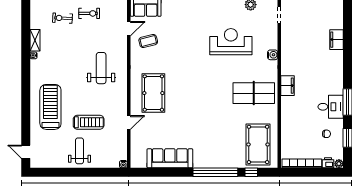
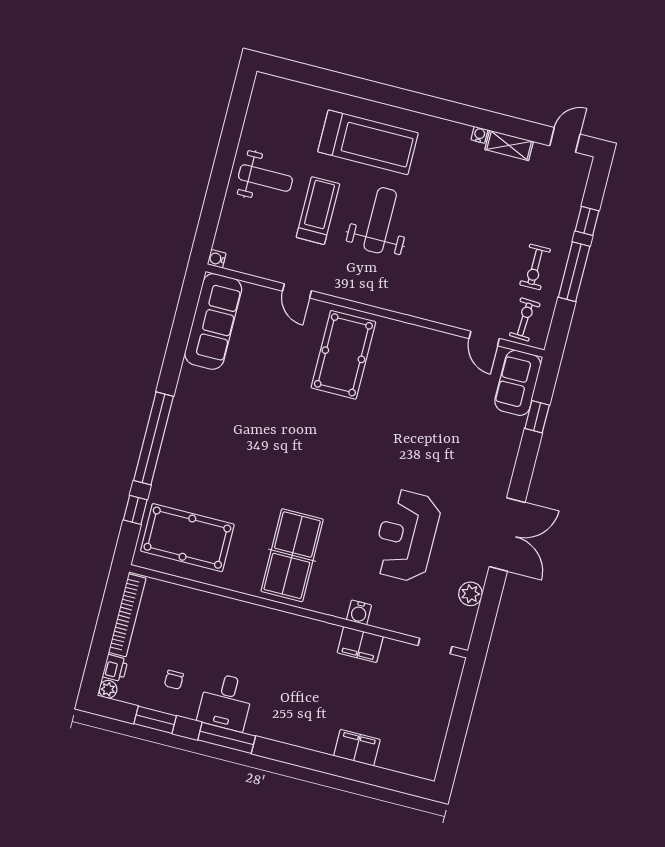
exercise bike: (63, 18) -> (525, 319), moved
coffee table: (148, 41) -> (450, 371), removed
reception desk: (231, 42) -> (406, 536), turned 180
weight bench: (101, 68) -> (380, 220), moved, turned -90
filing cabinet: (288, 86) -> (360, 645), moved
pool table: (153, 93) -> (343, 355), turned 90
treadmill: (89, 122) -> (318, 211), turned 180
door: (26, 152) -> (565, 140), moved
sofa: (170, 158) -> (213, 321), moved

